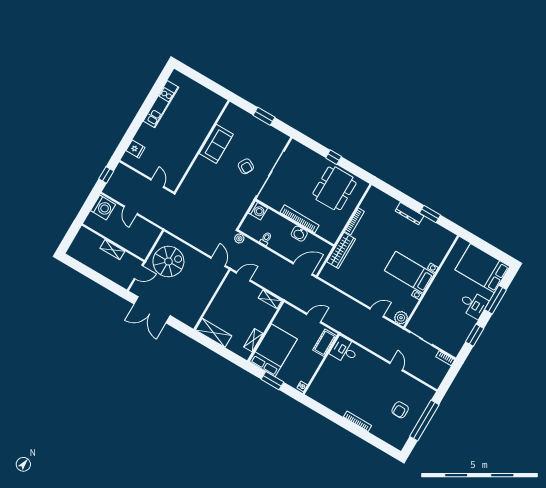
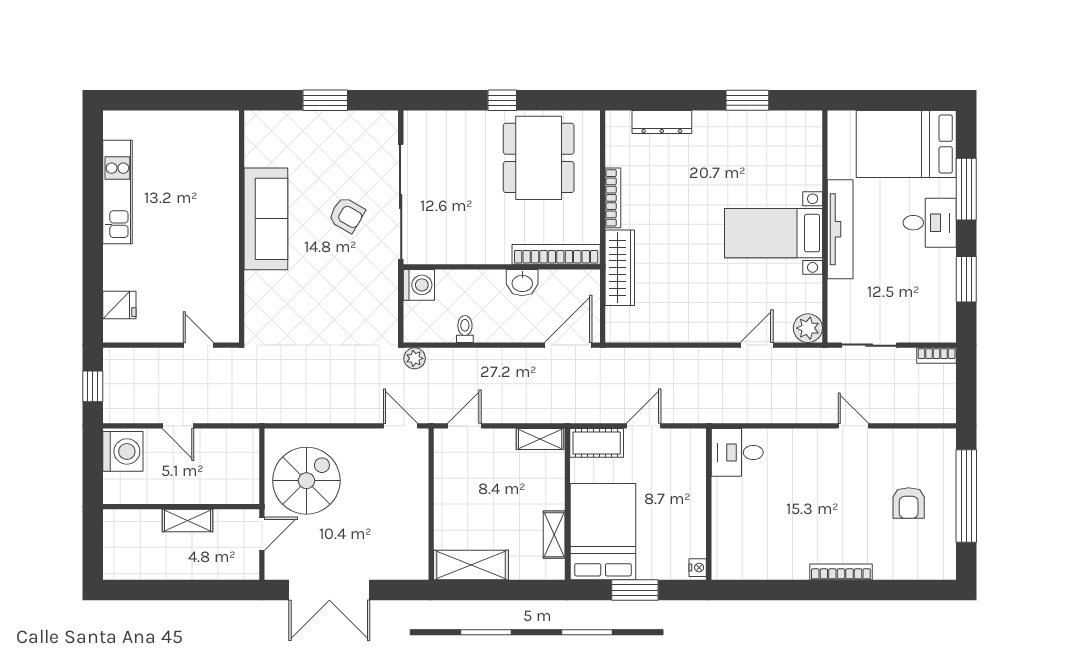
sofa: (216, 144) -> (266, 219), width x1.36
dresser: (409, 213) -> (662, 122), moved
bookcase: (300, 219) -> (556, 254), moved
tv unit: (437, 286) -> (840, 229), added
cot: (325, 343) -> (597, 443), moved, turned 90

